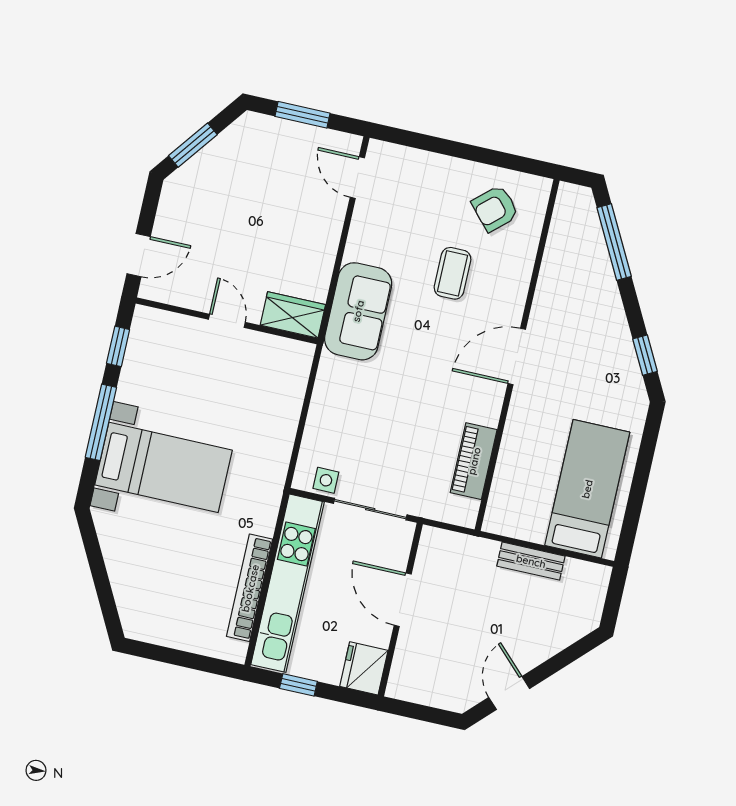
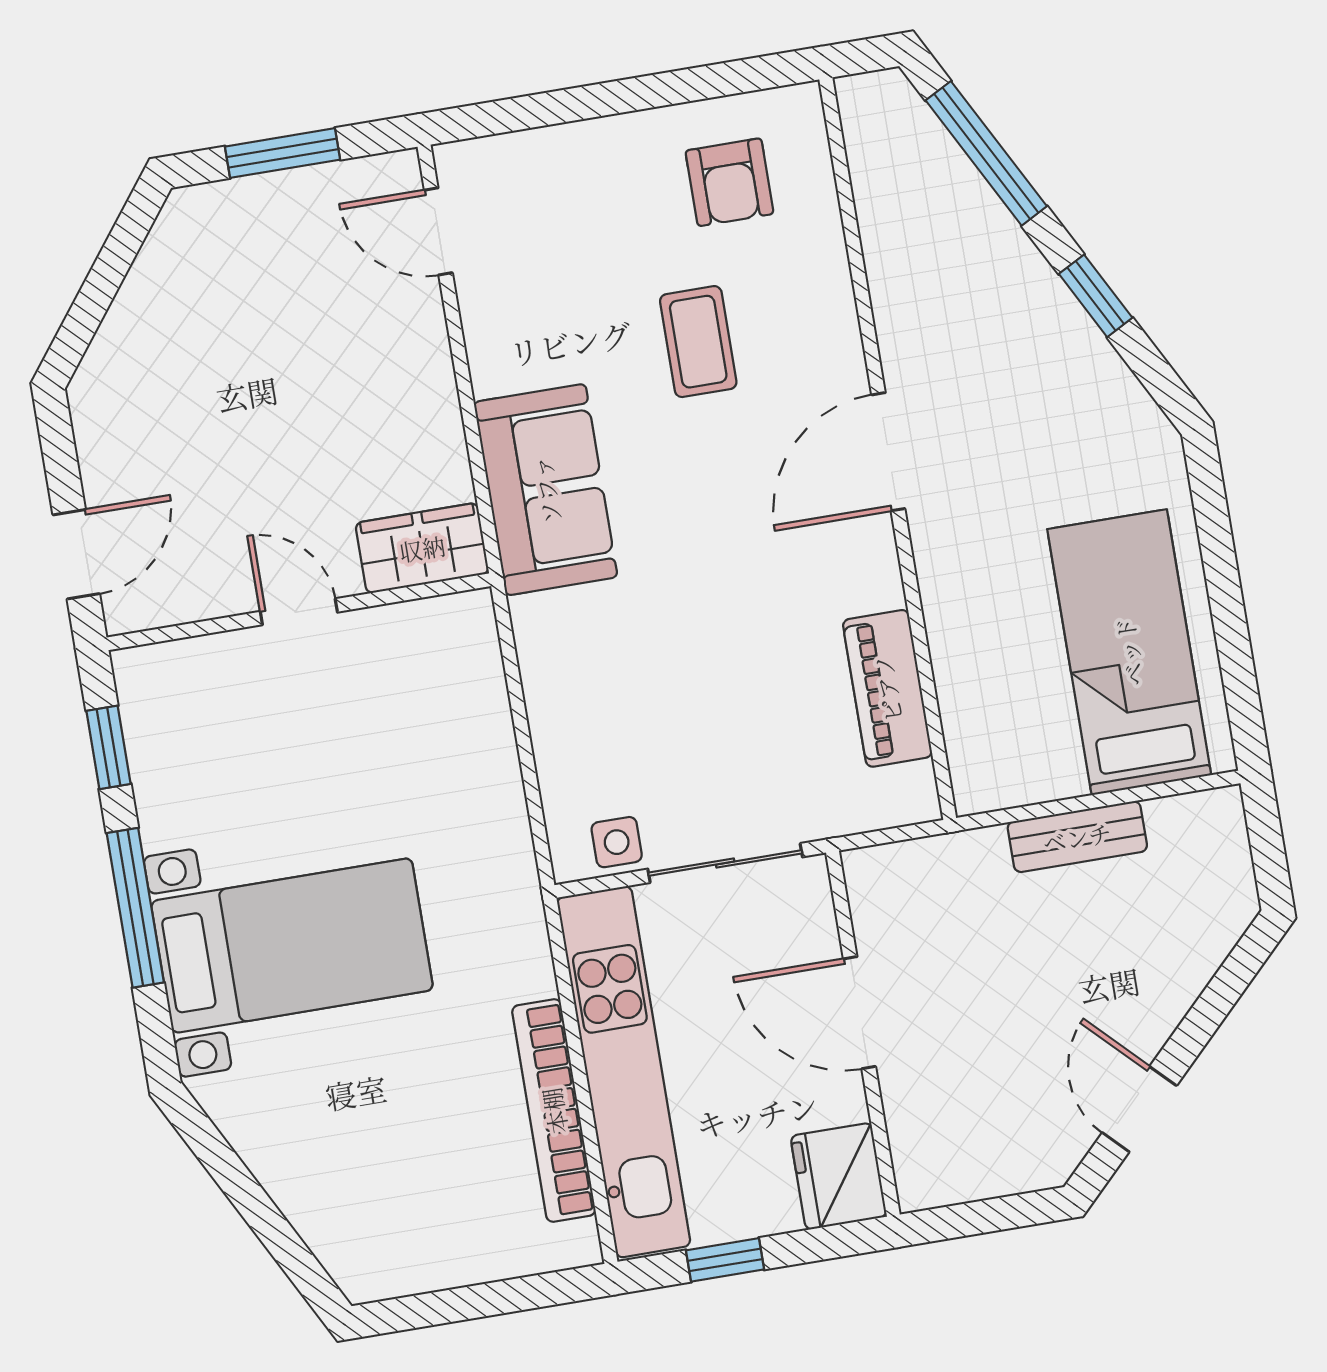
window: (193, 145) -> (94, 298), removed
armchair: (495, 208) -> (729, 182), turned -48
window: (645, 355) -> (1096, 296), moved

